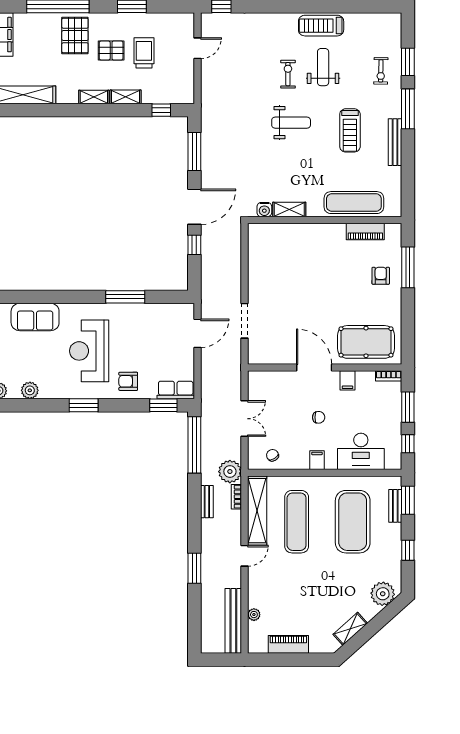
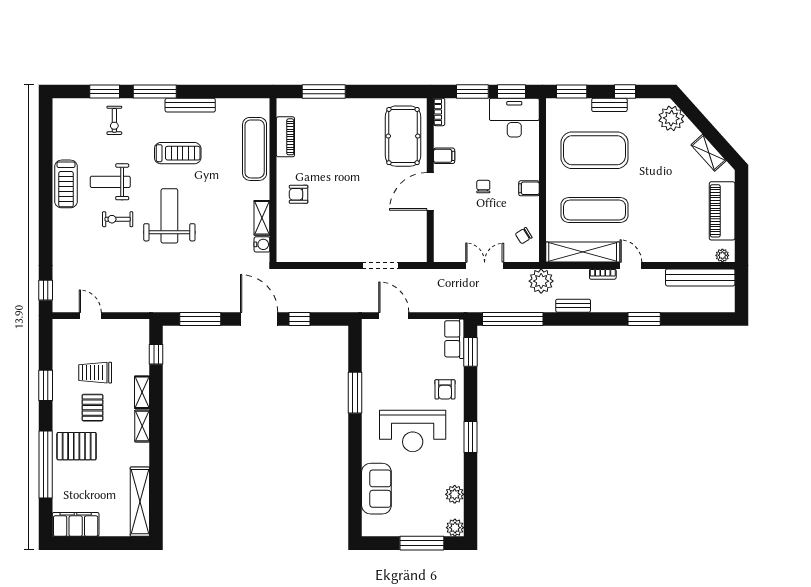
exercise bike: (381, 71) -> (114, 120), turned 89
weight bench: (291, 123) -> (169, 216), width x1.36, depth x1.33
armchair: (381, 276) -> (299, 194), moved
window: (408, 444) -> (512, 91), width x1.50
desk: (361, 451) -> (514, 118), moved, turned -90
bookcase: (236, 497) -> (603, 274), moved
bench: (395, 506) -> (609, 105), moved
plant: (254, 615) -> (722, 255), moved
piano: (288, 644) -> (722, 211), width x1.37, depth x1.33

